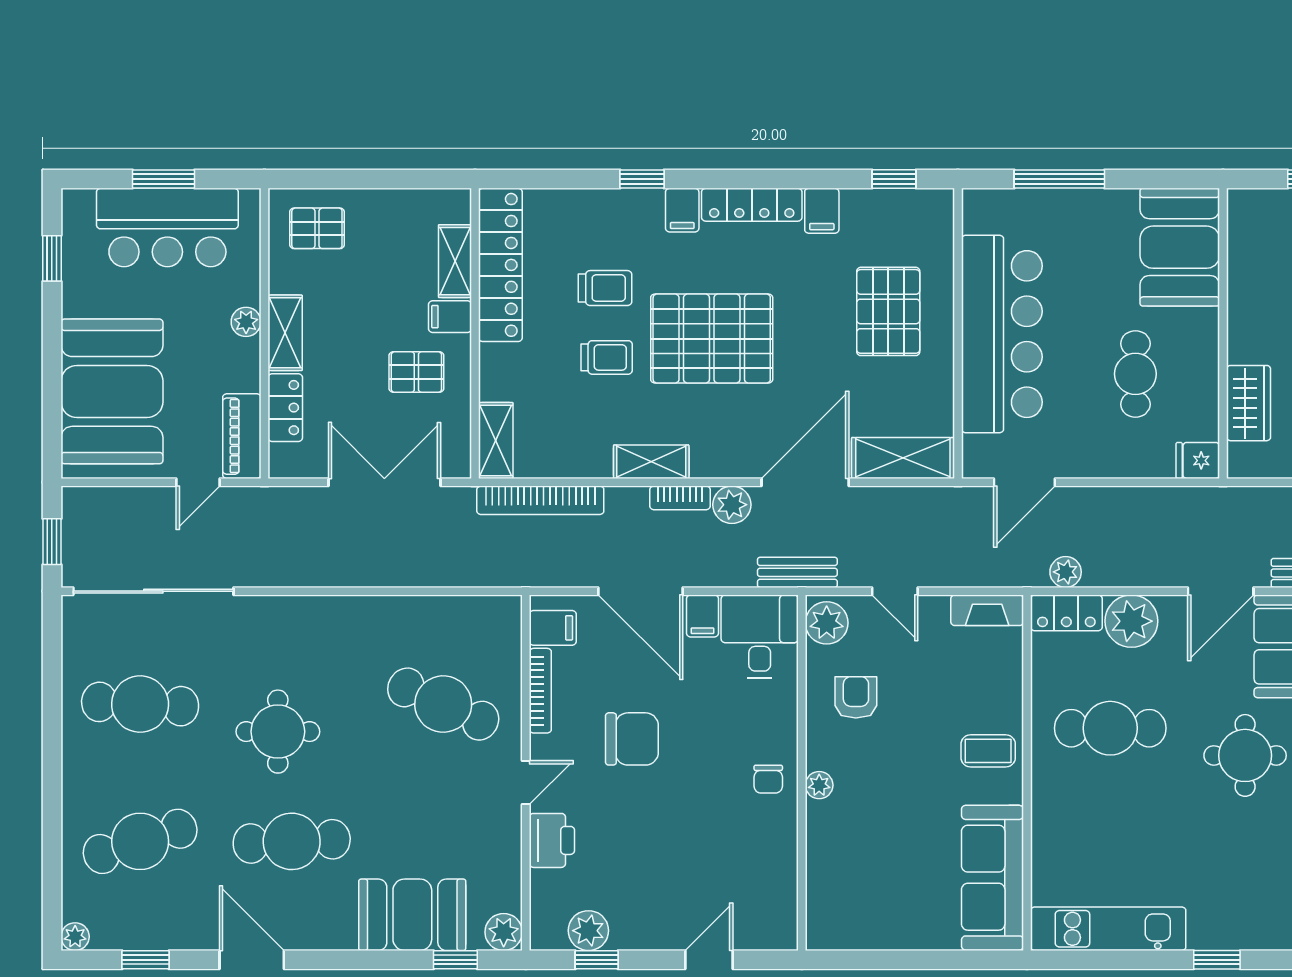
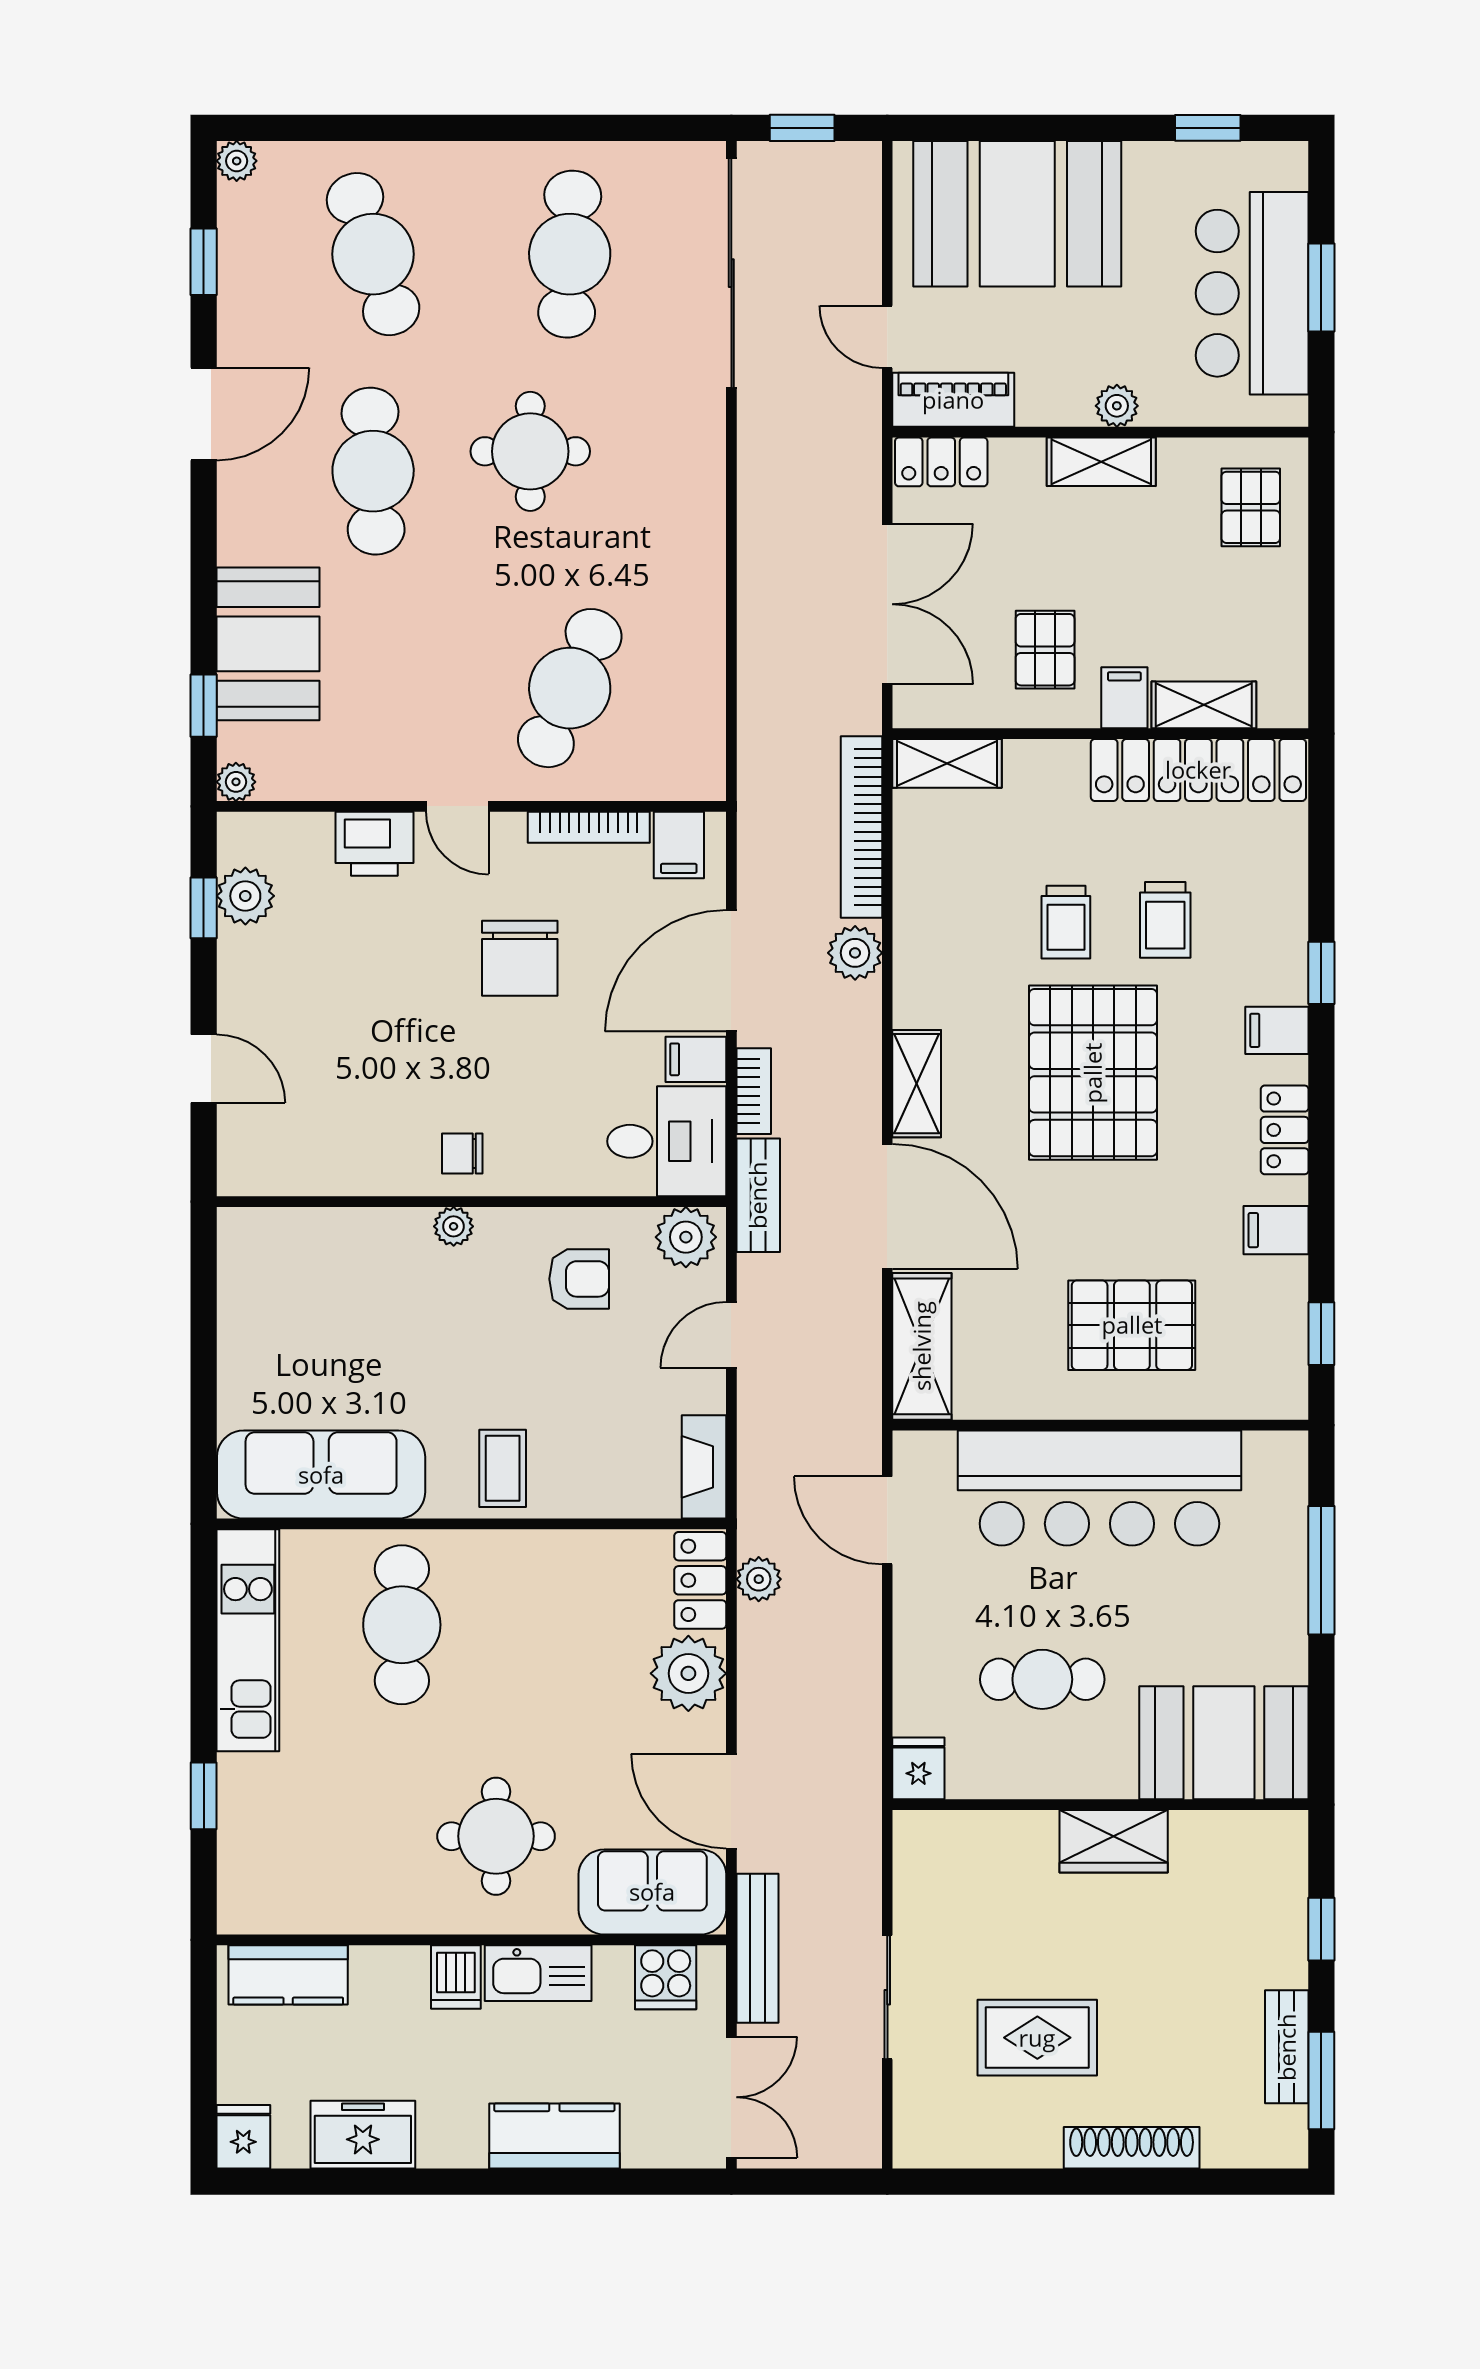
locker: (752, 205) -> (1285, 1130), width x0.66
wardrobe: (1249, 403) -> (1114, 1841), moved
locker: (285, 408) -> (941, 462), moved
shelving: (651, 462) -> (917, 1084), moved
bookcase: (680, 498) -> (754, 1091), moved, turned 180
plant: (732, 505) -> (855, 953), moved
cafe table: (1110, 728) -> (402, 1625), moved
plant: (504, 932) -> (236, 782), width x0.73, depth x0.73

